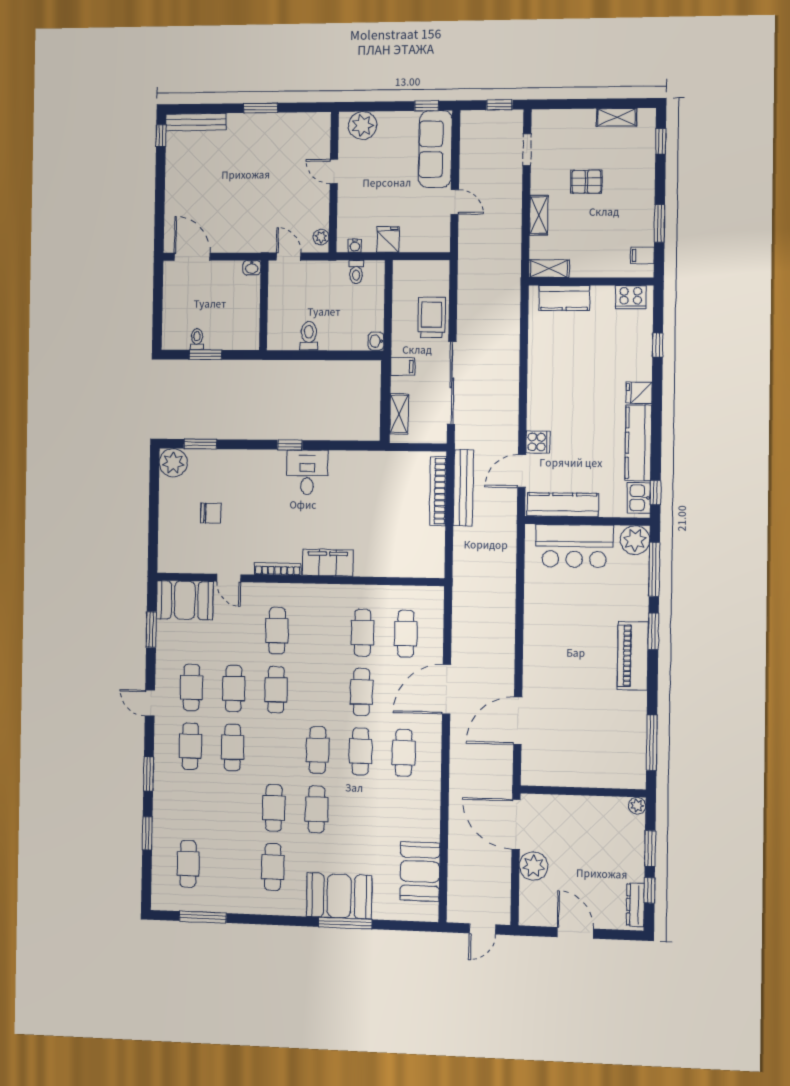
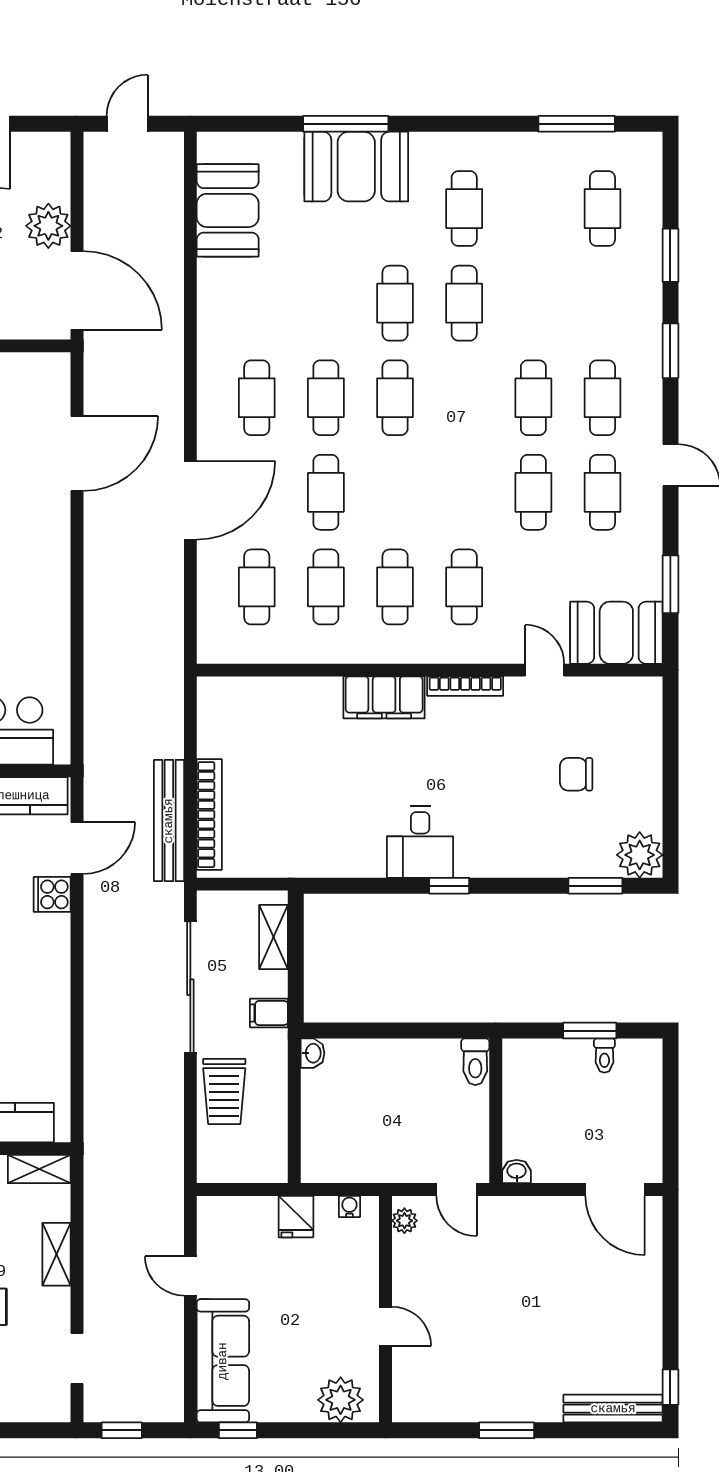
toilet: (356, 272) -> (347, 1164), removed
toilet: (309, 336) -> (475, 1062), moved
cafe table: (276, 690) -> (395, 587), moved

